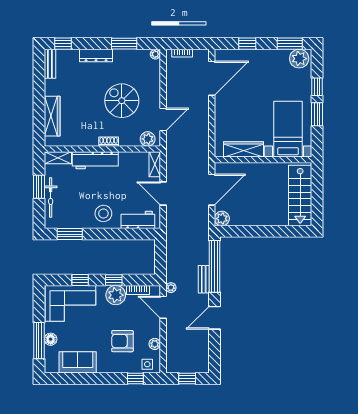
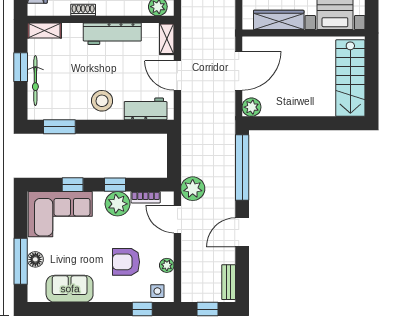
shoe rack: (109, 142) -> (83, 10), moved
workbench: (95, 160) -> (112, 34), moved
bench: (204, 279) -> (229, 282), moved
plant: (171, 288) -> (193, 189), width x1.88, depth x1.88

